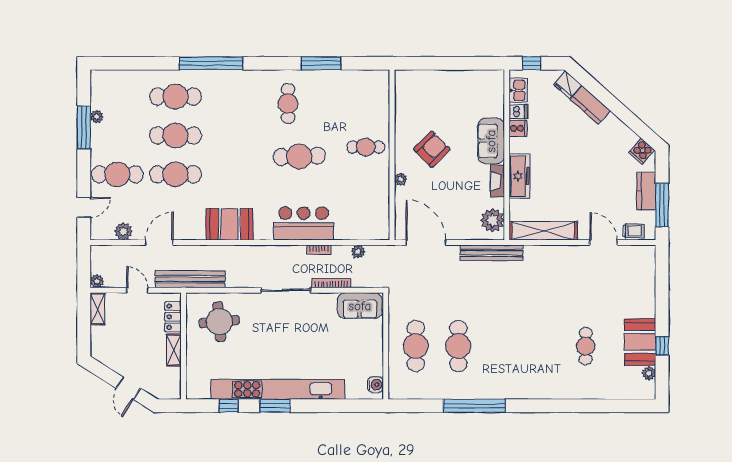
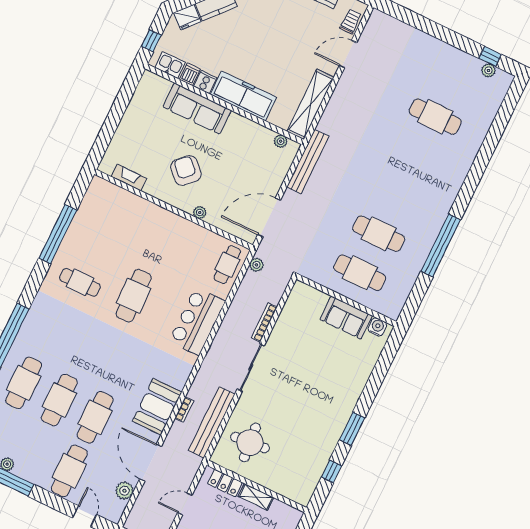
window: (321, 63) -> (58, 234), width x1.46
sofa: (491, 141) -> (197, 109), width x1.36
cafe table: (366, 147) -> (227, 265), moved
freezer: (519, 176) -> (243, 96), width x1.36, depth x1.26
fireplace: (498, 181) -> (129, 177), moved, turned 180
plant: (492, 220) -> (281, 141), width x0.53, depth x0.53
booth: (230, 224) -> (157, 407), moved
door: (159, 243) -> (151, 463), width x1.36
bookcase: (319, 250) -> (184, 410), moved
plant: (358, 252) -> (256, 265), moved
bench: (190, 279) -> (212, 422), moved
sofa: (360, 306) -> (346, 318), moved, turned 90
booth: (640, 342) -> (456, 65), removed
cafe table: (586, 346) -> (435, 117), width x1.37, depth x1.35
window: (662, 346) -> (490, 56), moved
kitchen unit: (278, 389) -> (338, 419), removed

